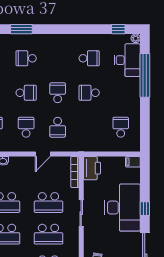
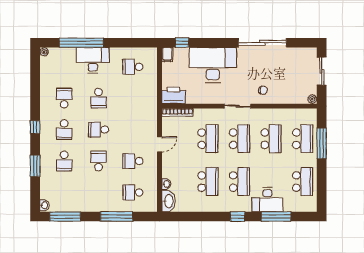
window: (118, 29) -> (35, 127), moved
desk: (127, 60) -> (93, 60), moved
school desk: (58, 127) -> (64, 130), moved, turned 90
door: (43, 154) -> (160, 144), hinge flipped
window: (145, 209) -> (182, 43), moved
sliding door: (81, 213) -> (238, 106), moved

